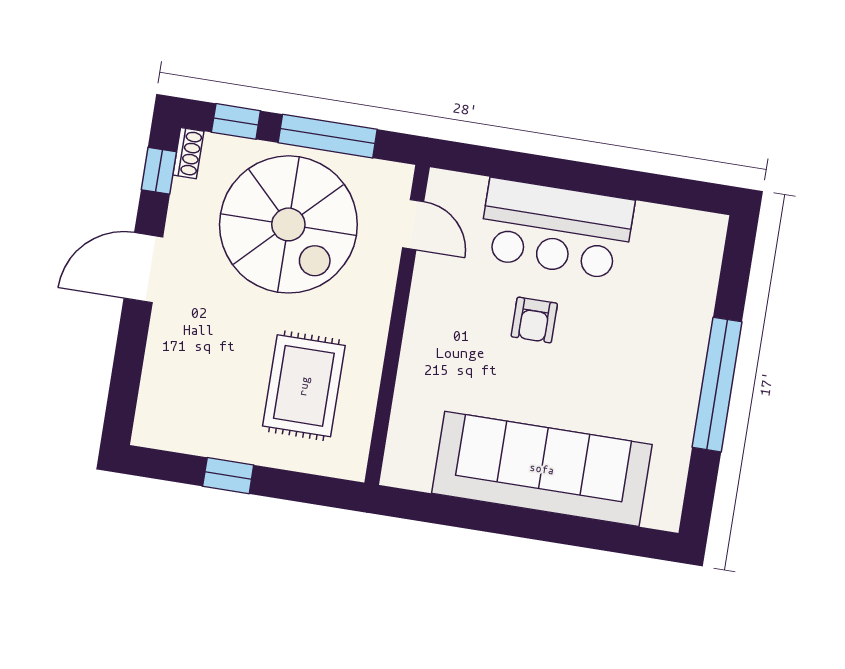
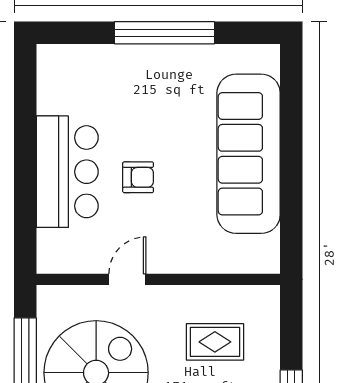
door: (413, 225) -> (127, 279), moved
rug: (304, 386) -> (215, 342), width x0.73, depth x0.70

